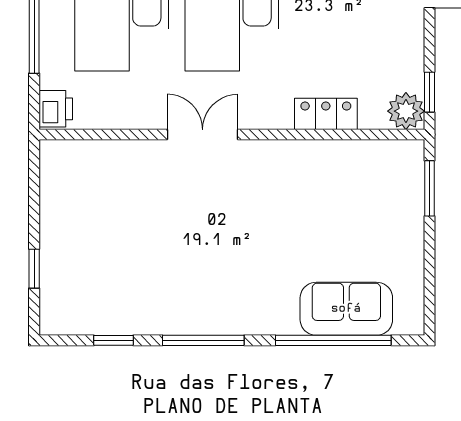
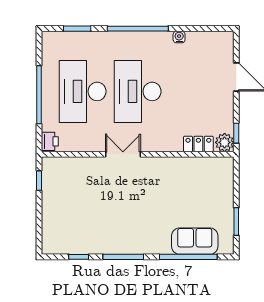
locker: (326, 114) -> (198, 144), moved
window: (429, 188) -> (236, 221), moved
window: (34, 269) -> (39, 181), moved

